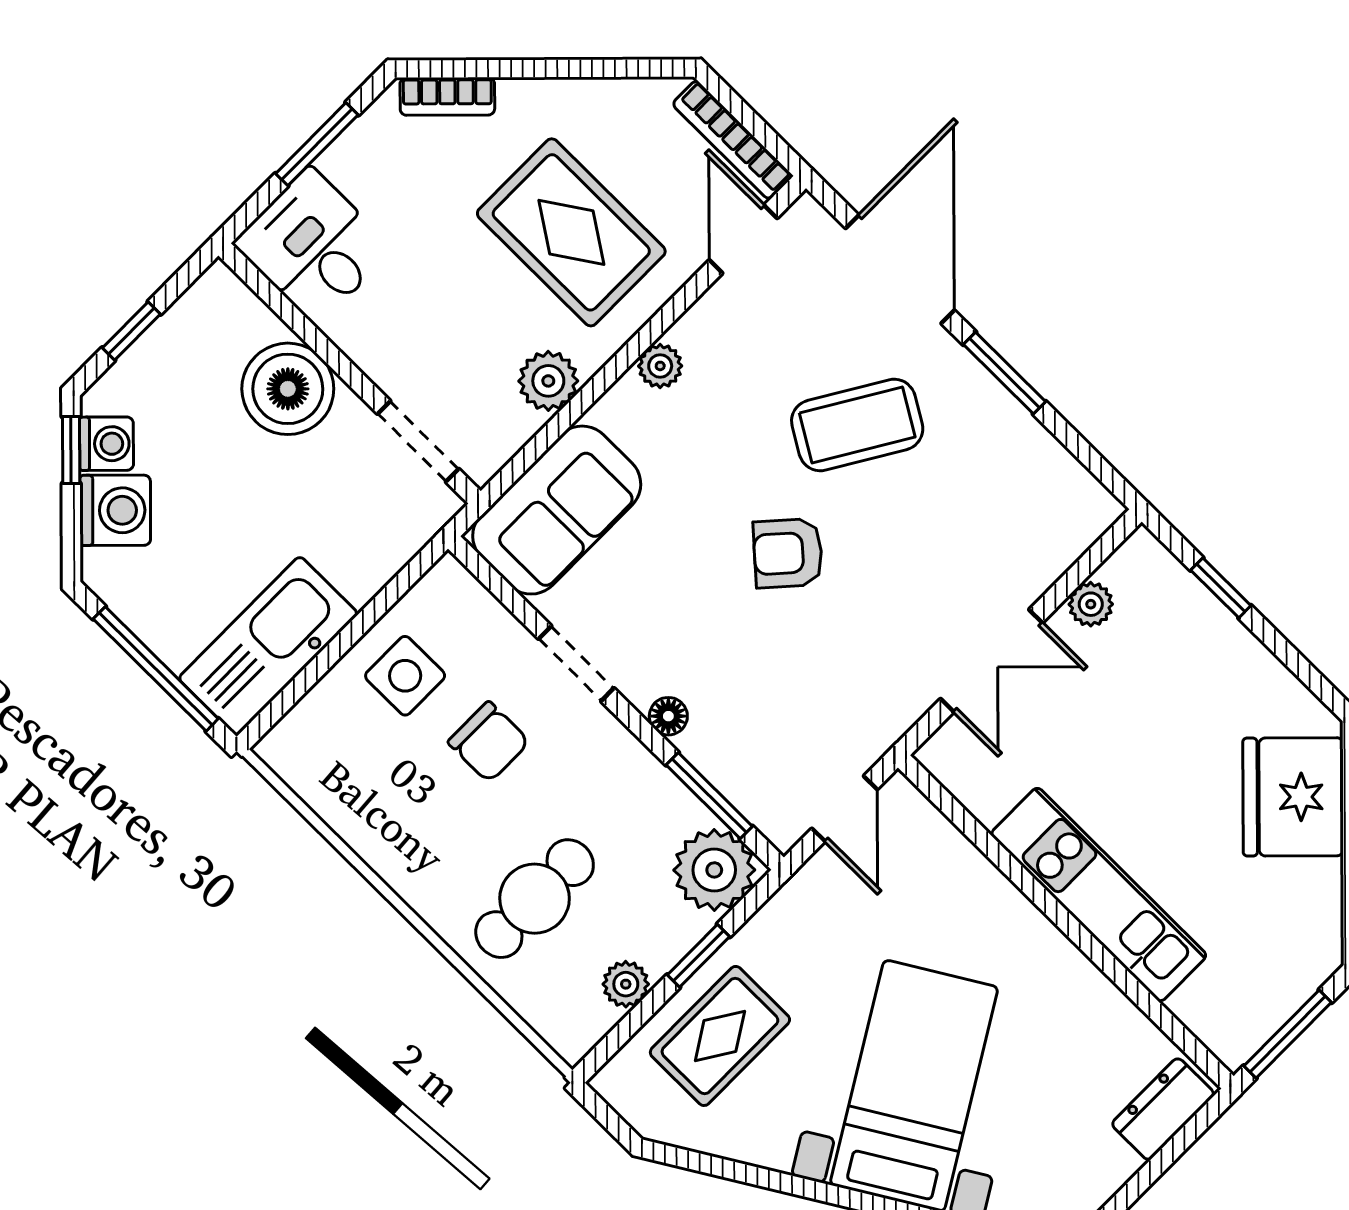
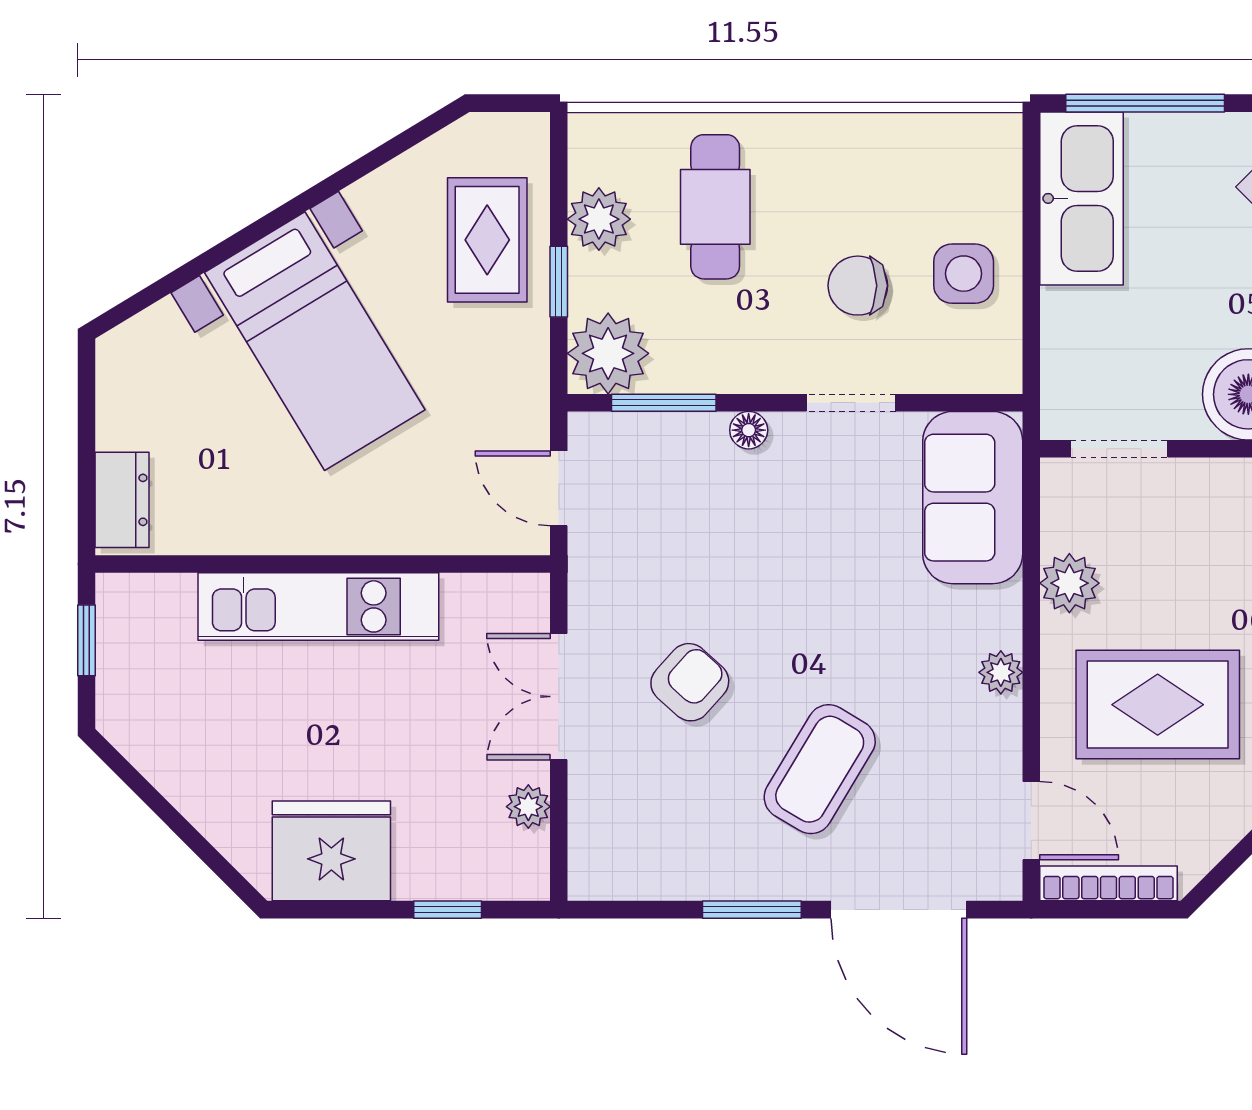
armchair: (788, 553) -> (690, 682), moved
fridge: (1293, 797) -> (331, 851), moved, turned -45
plant: (626, 984) -> (599, 219), width x1.38, depth x1.38
window: (1288, 1034) -> (86, 640), width x0.67

